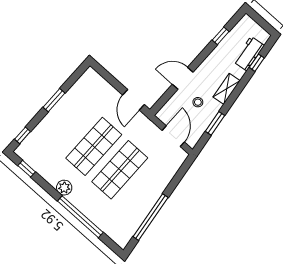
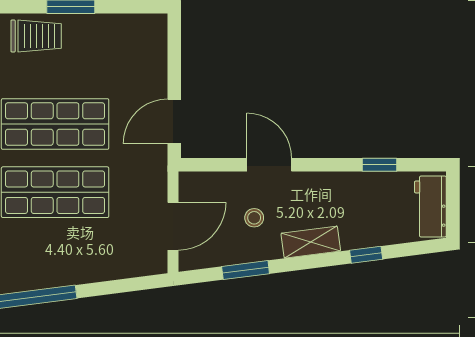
workbench: (249, 54) -> (430, 207), moved, turned -83
window: (257, 63) -> (366, 255), moved
trolley: (53, 123) -> (36, 36), added

